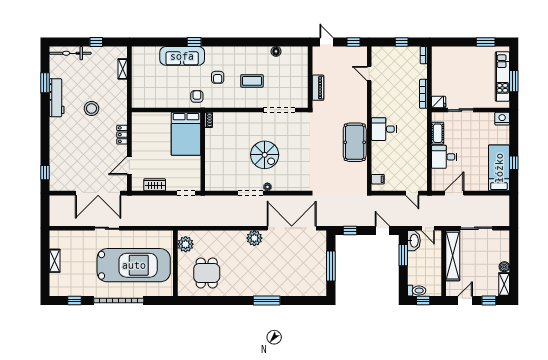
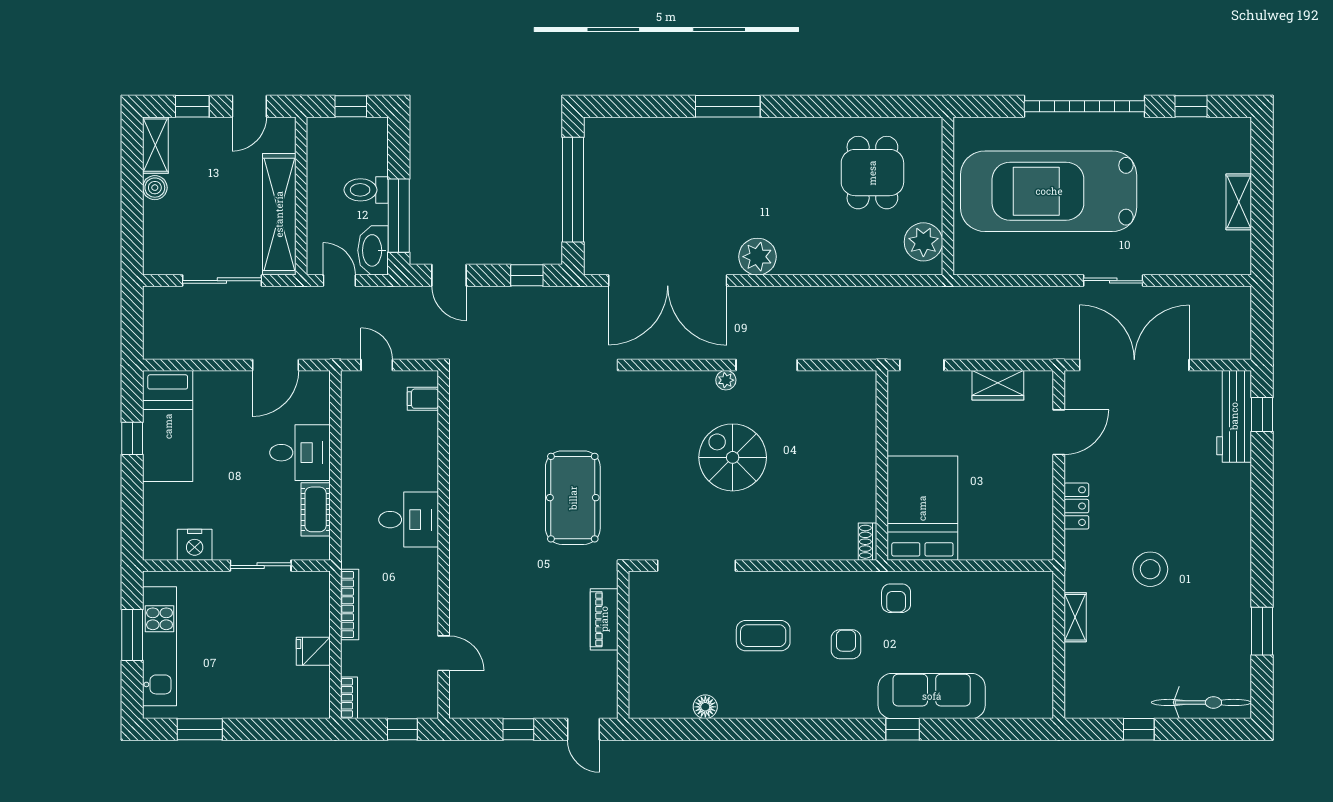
shelving: (123, 69) -> (1075, 617), moved
door: (369, 74) -> (444, 653), moved
workbench: (57, 98) -> (1234, 416), moved
fridge: (439, 102) -> (313, 651), moved
wall: (369, 119) -> (444, 544), moved
nightstand: (502, 119) -> (195, 545), moved
desk: (384, 129) -> (409, 520), moved
pool table: (355, 142) -> (573, 498), moved
filing cabinet: (378, 179) -> (423, 399), moved
window: (403, 255) -> (399, 216), width x1.44
window: (331, 266) -> (573, 190), width x1.46
toilet: (417, 291) -> (366, 190), moved

